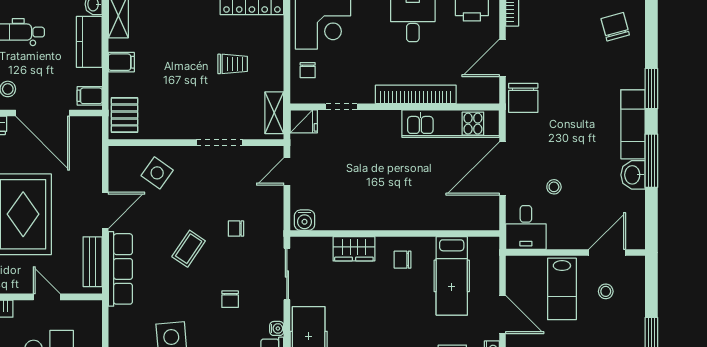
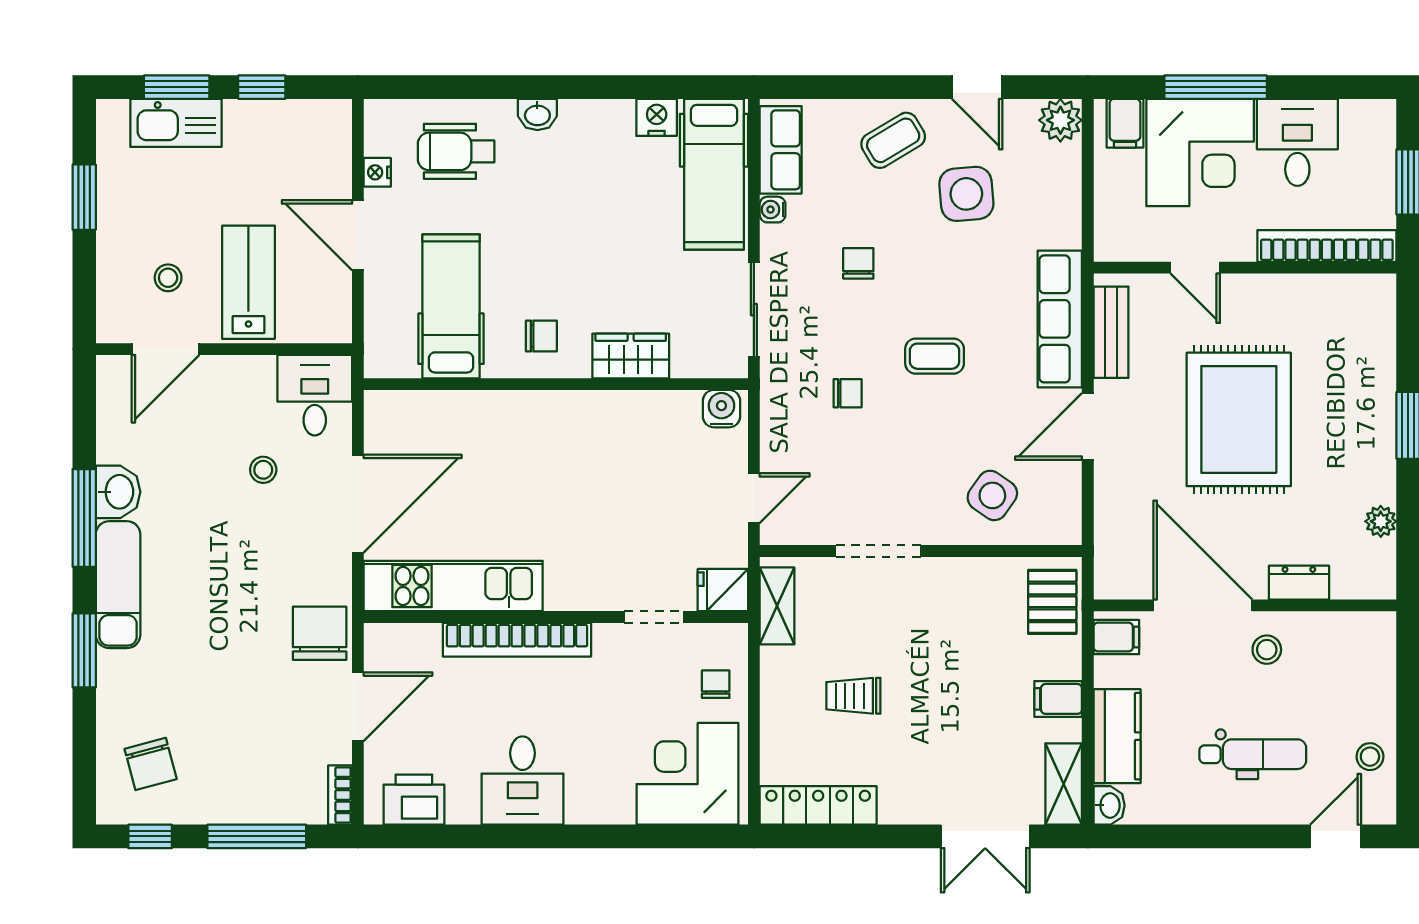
coffee table: (189, 249) -> (935, 356), turned 56

